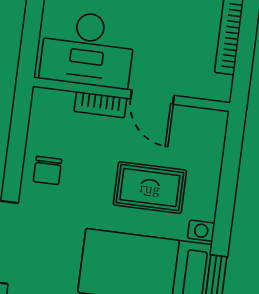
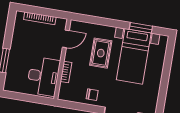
door: (152, 97) -> (66, 39), moved

